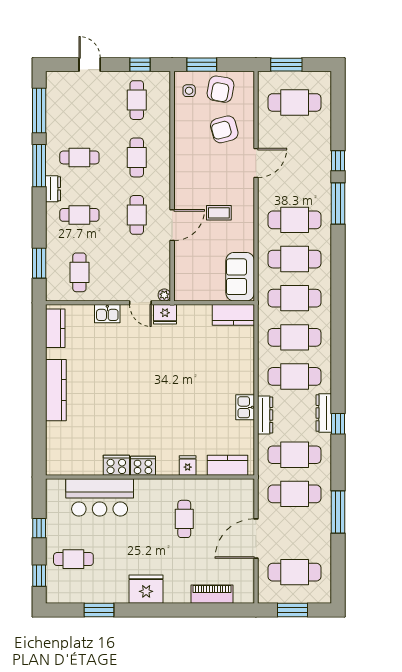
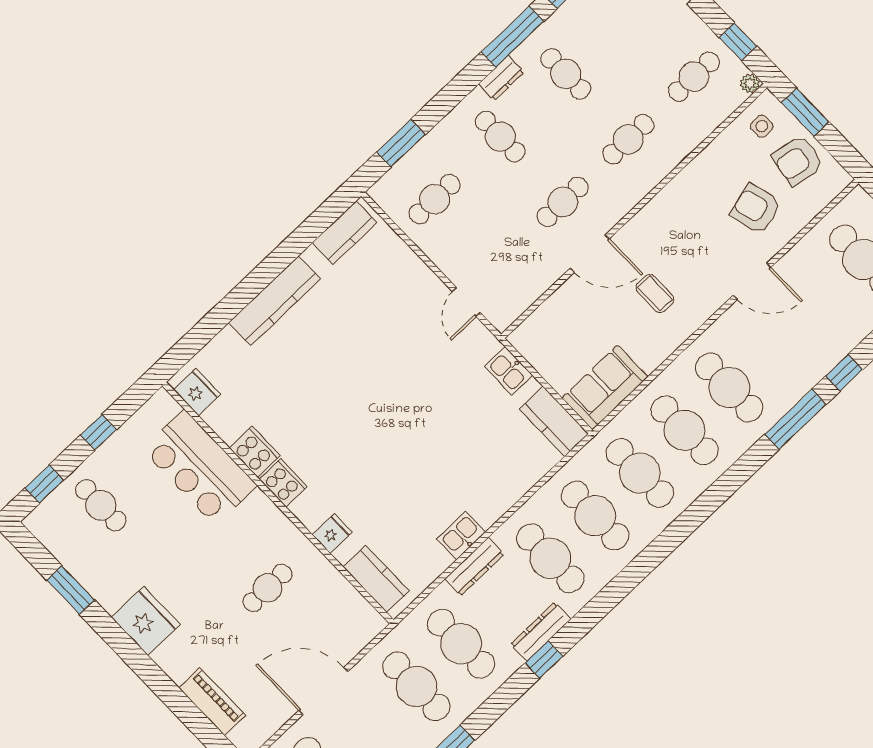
plant: (164, 295) -> (750, 83), moved
kitchen sink: (107, 314) -> (509, 371), moved
fridge: (165, 314) -> (197, 392), moved, turned 180

